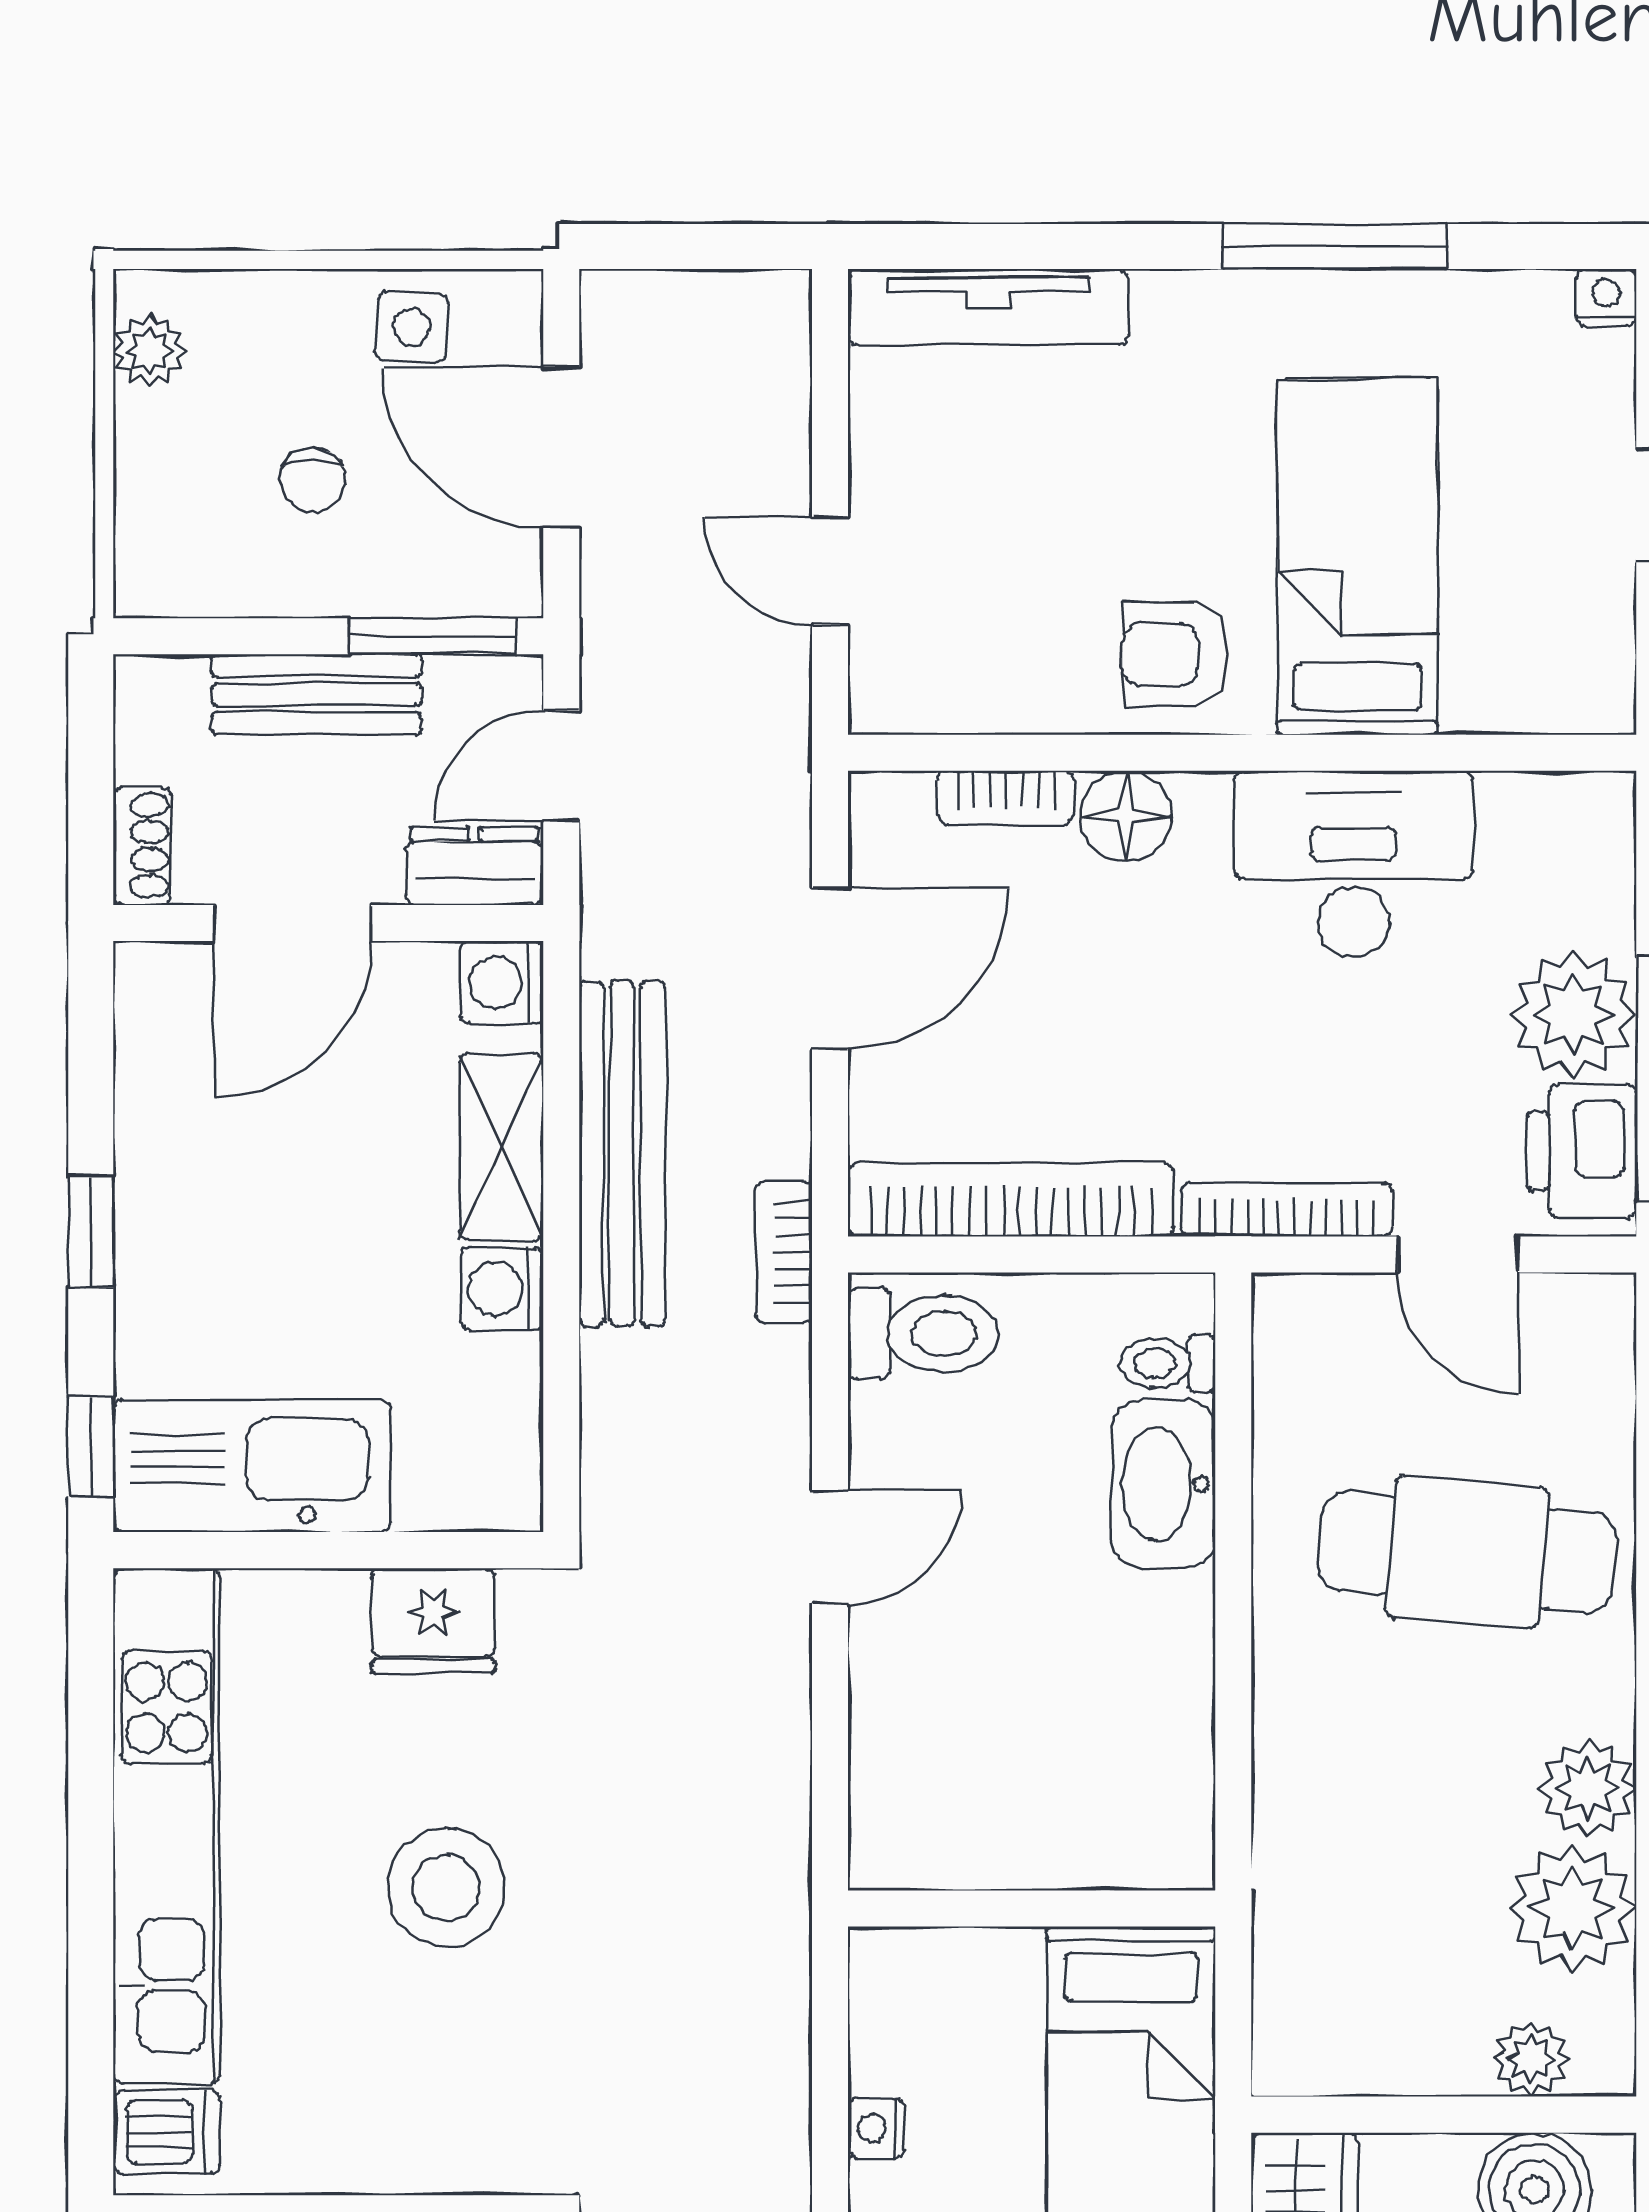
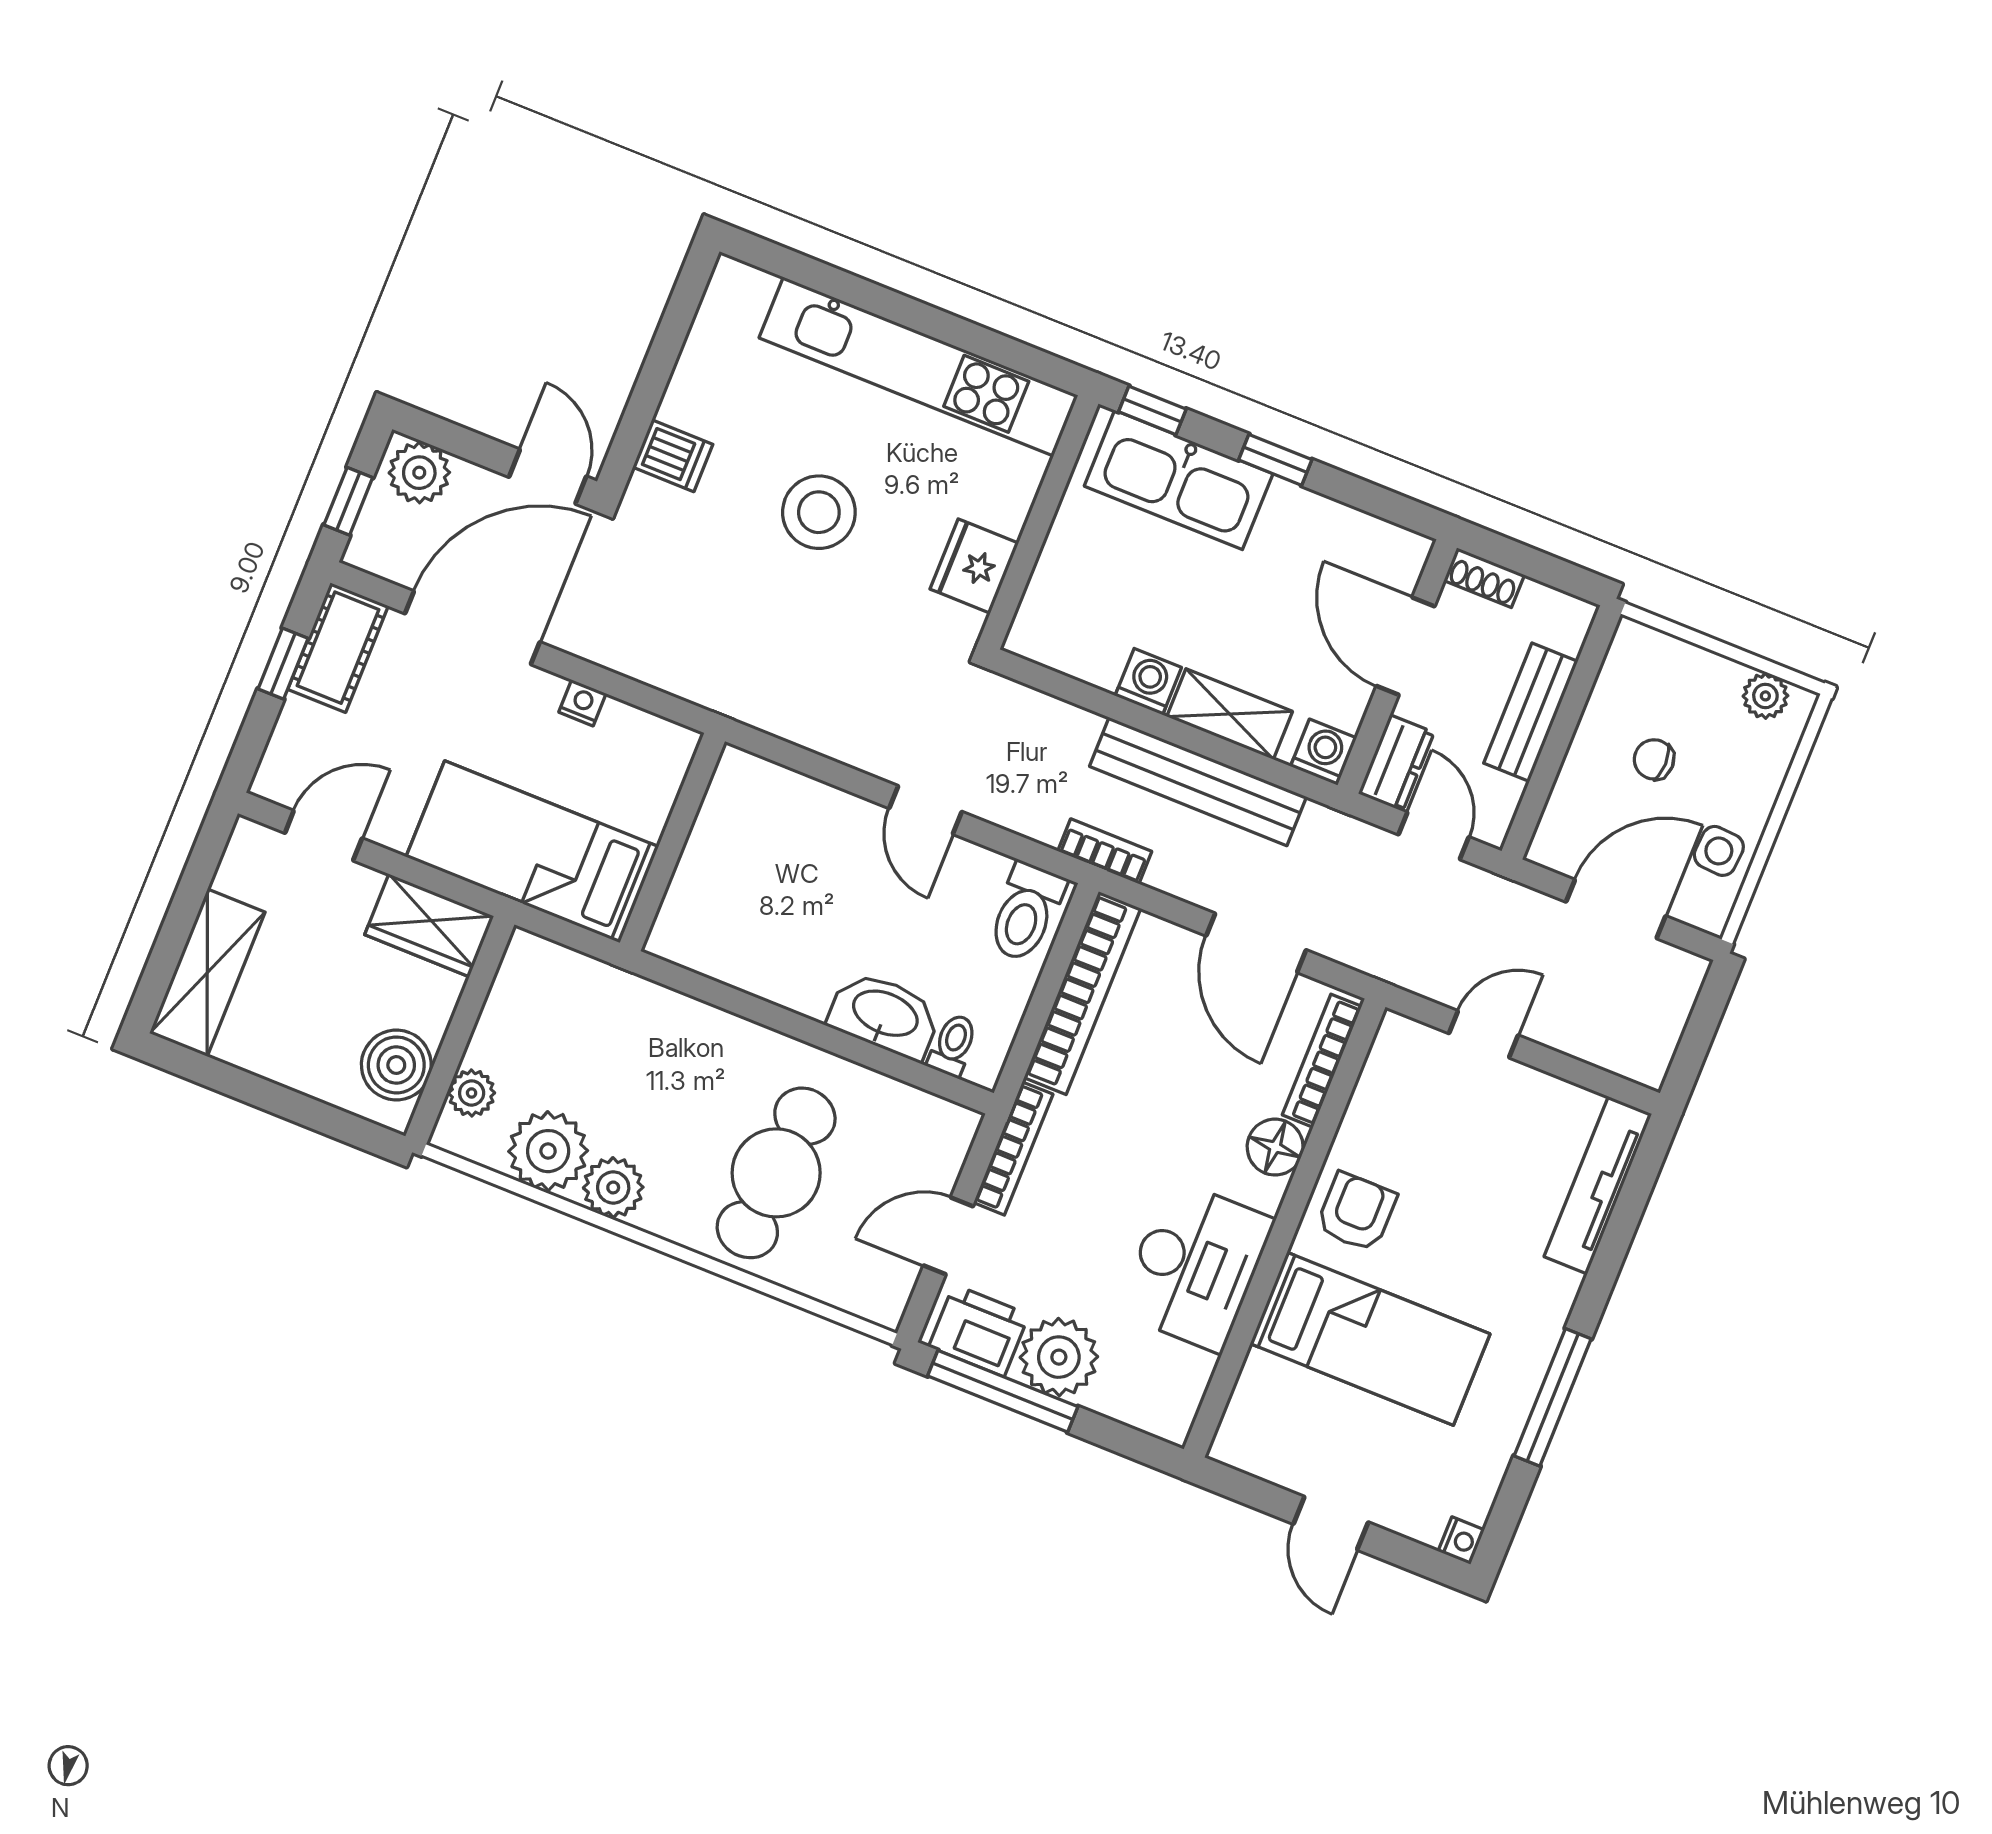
window: (432, 636) -> (1537, 792), removed
bookcase: (1006, 798) -> (1322, 1061), width x1.56
kitchen sink: (252, 1466) -> (1179, 480), moved, turned 90
dishwasher: (167, 2132) -> (673, 456), moved, turned -90

